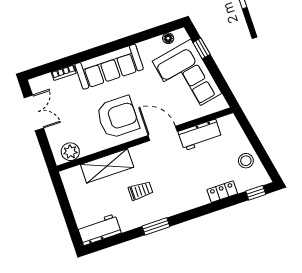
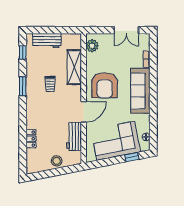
stool: (246, 161) -> (57, 161), moved
window: (256, 193) -> (23, 52), moved
workbench: (99, 230) -> (47, 41), moved, turned 90

